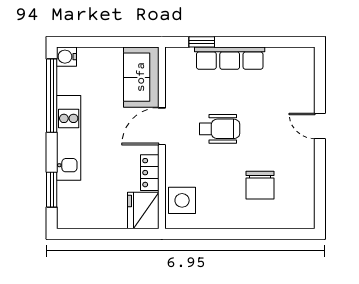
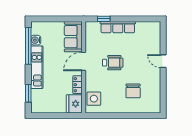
water cooler: (66, 57) -> (36, 40), moved

